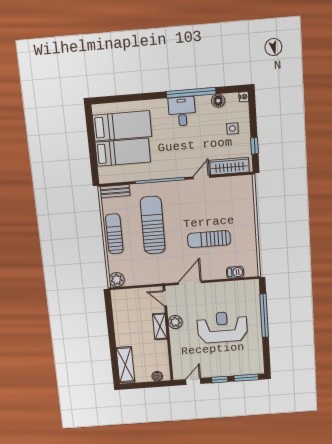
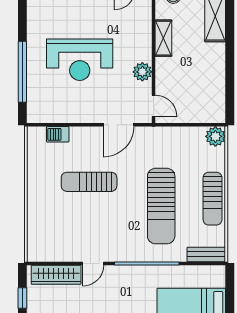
sun lounger: (209, 239) -> (89, 182), turned 180
shelving: (160, 326) -> (163, 38), moved

